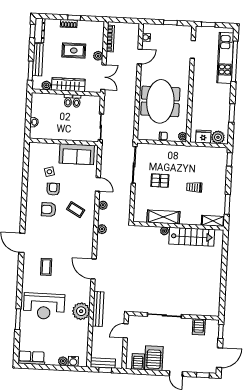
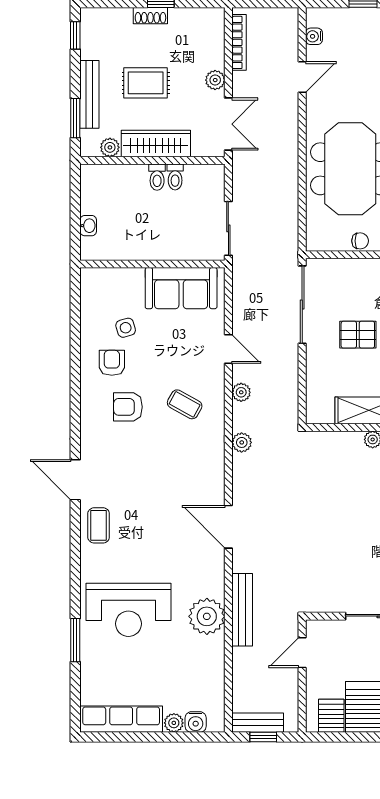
dresser: (40, 30) -> (90, 33), removed
rug: (74, 50) -> (146, 83), moved
armchair: (53, 189) -> (112, 363), moved
coffee table: (46, 267) -> (99, 525), moved
row of seats: (32, 358) -> (121, 719), width x1.48

